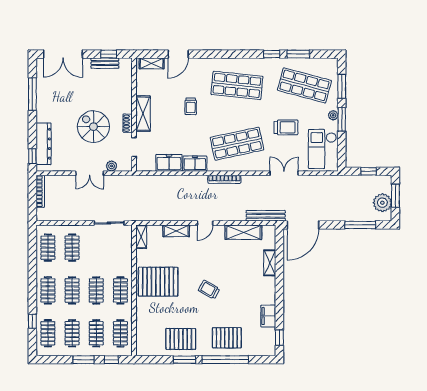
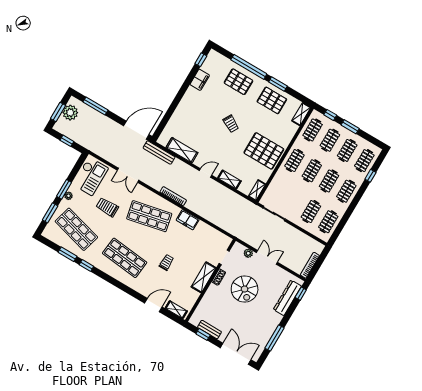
freezer: (169, 163) -> (206, 231), removed
shelving: (270, 263) -> (301, 114), moved

